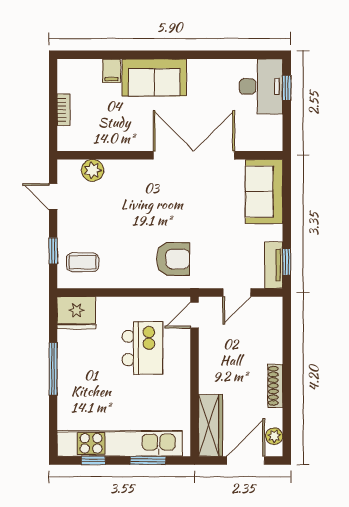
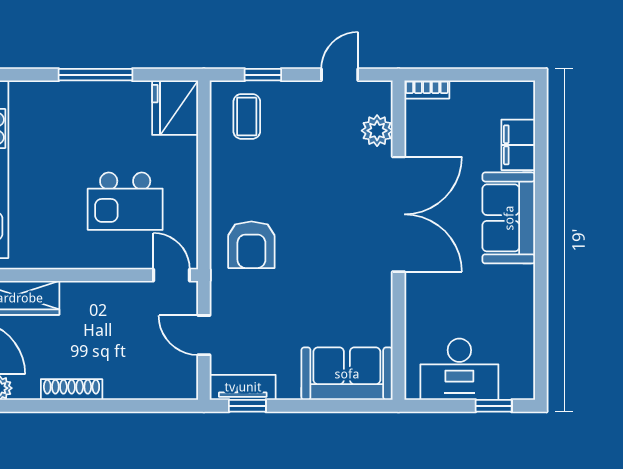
filing cabinet: (111, 71) -> (518, 145), width x2.00
desk: (261, 86) -> (459, 369), moved
bookcase: (64, 110) -> (427, 90), moved
double door: (194, 155) -> (399, 214), moved

